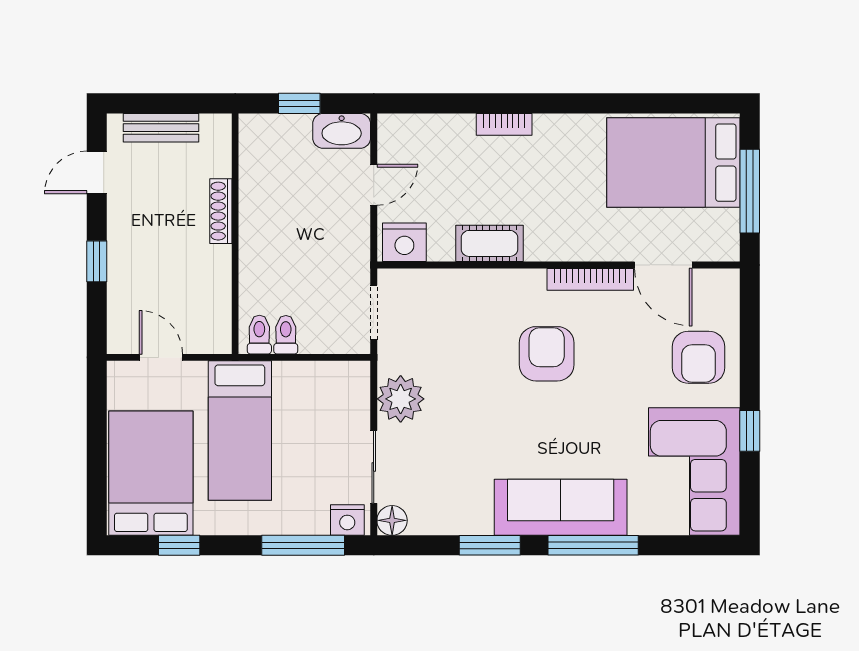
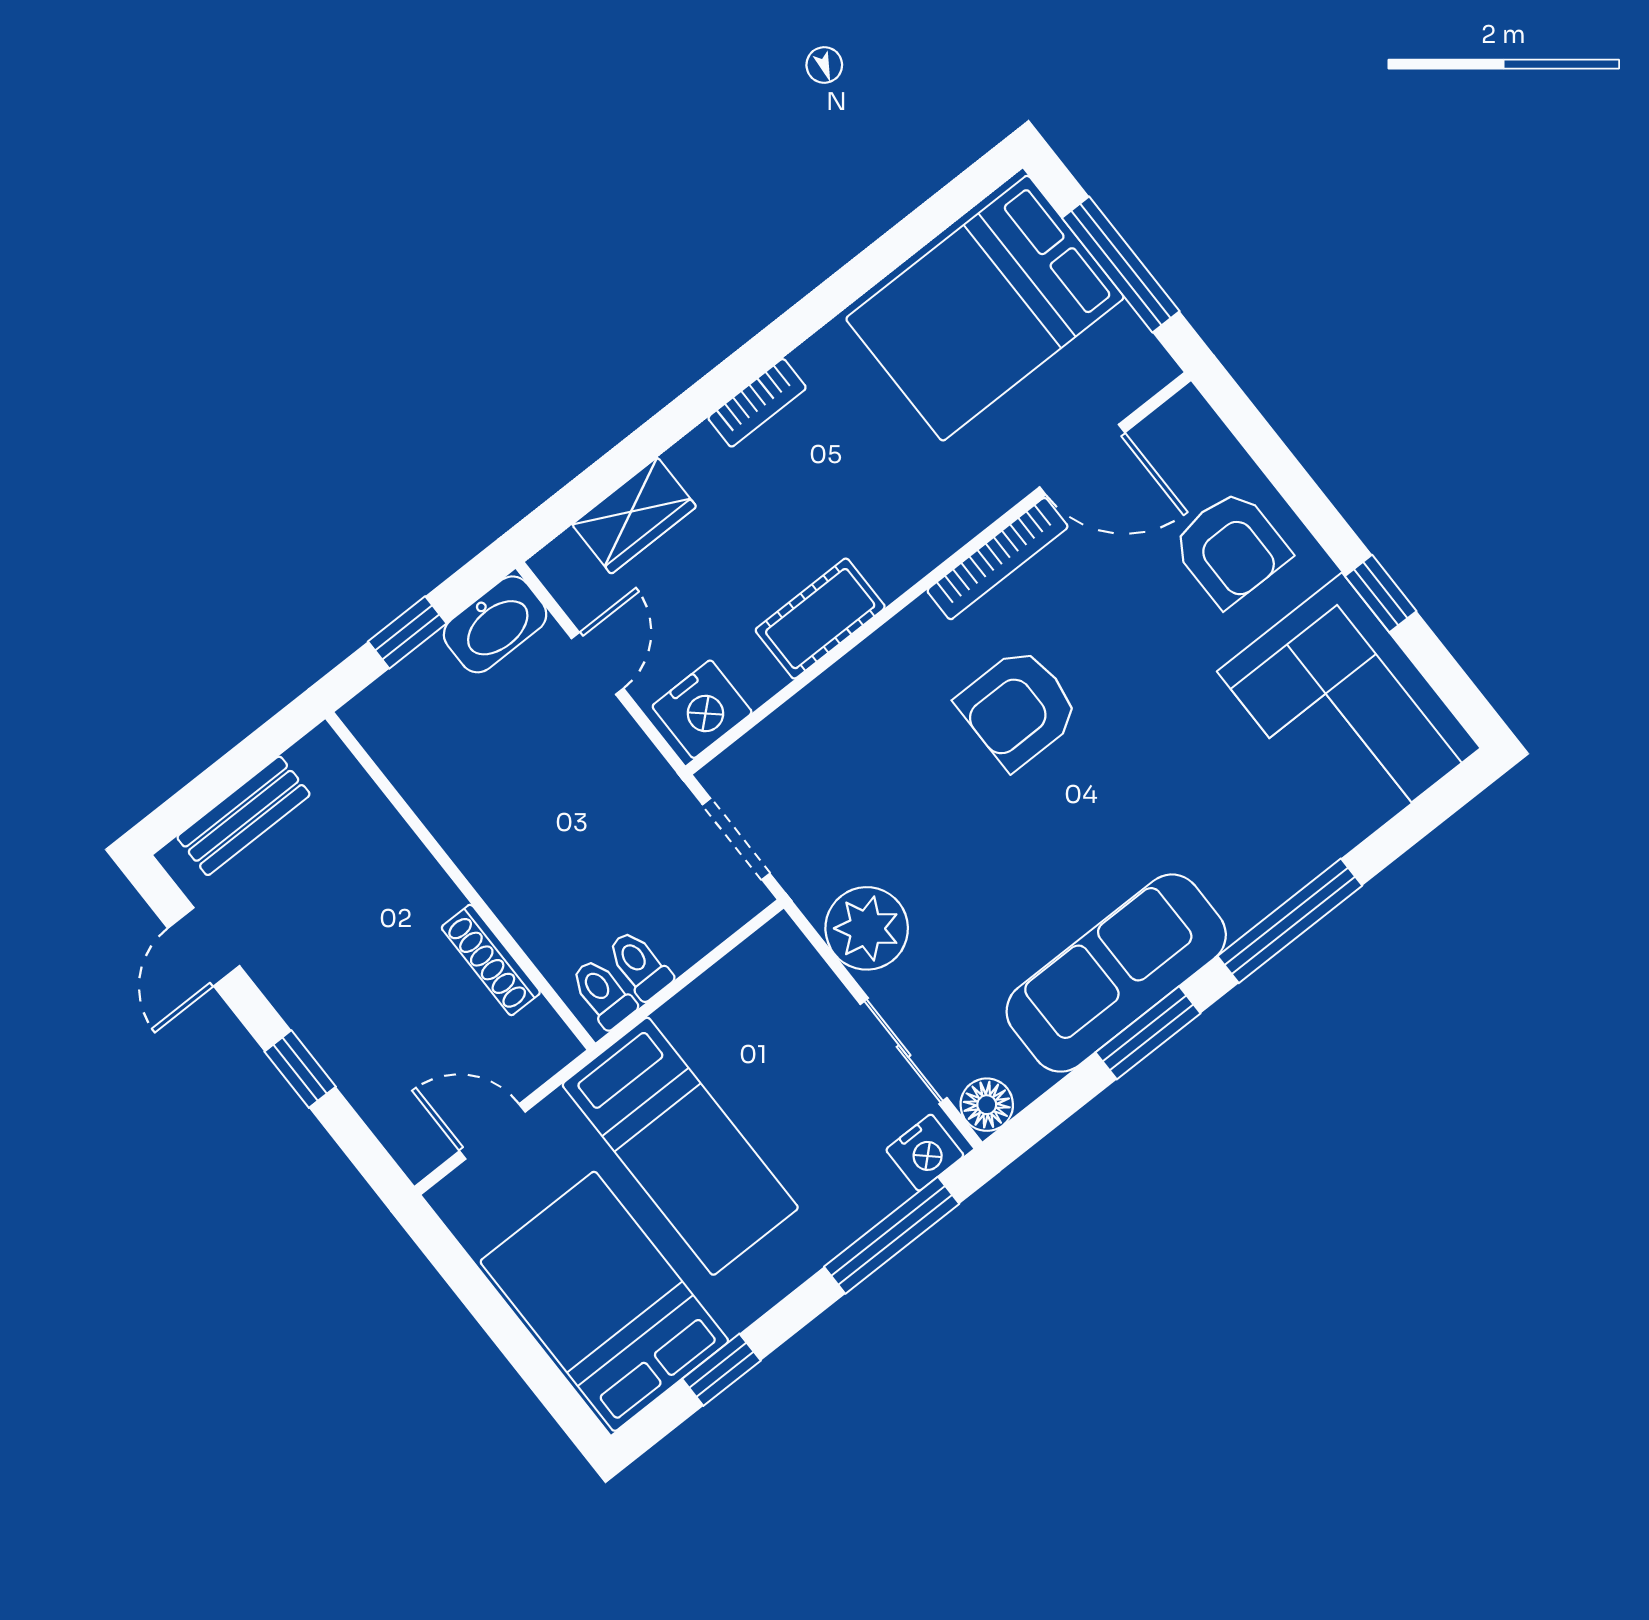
bookcase: (504, 124) -> (757, 403), moved
wardrobe: (443, 131) -> (634, 516), added
shoe rack: (221, 211) -> (491, 960), moved
armchair: (547, 354) -> (1018, 708), turned -90
sofa: (561, 507) -> (1116, 973), moved

